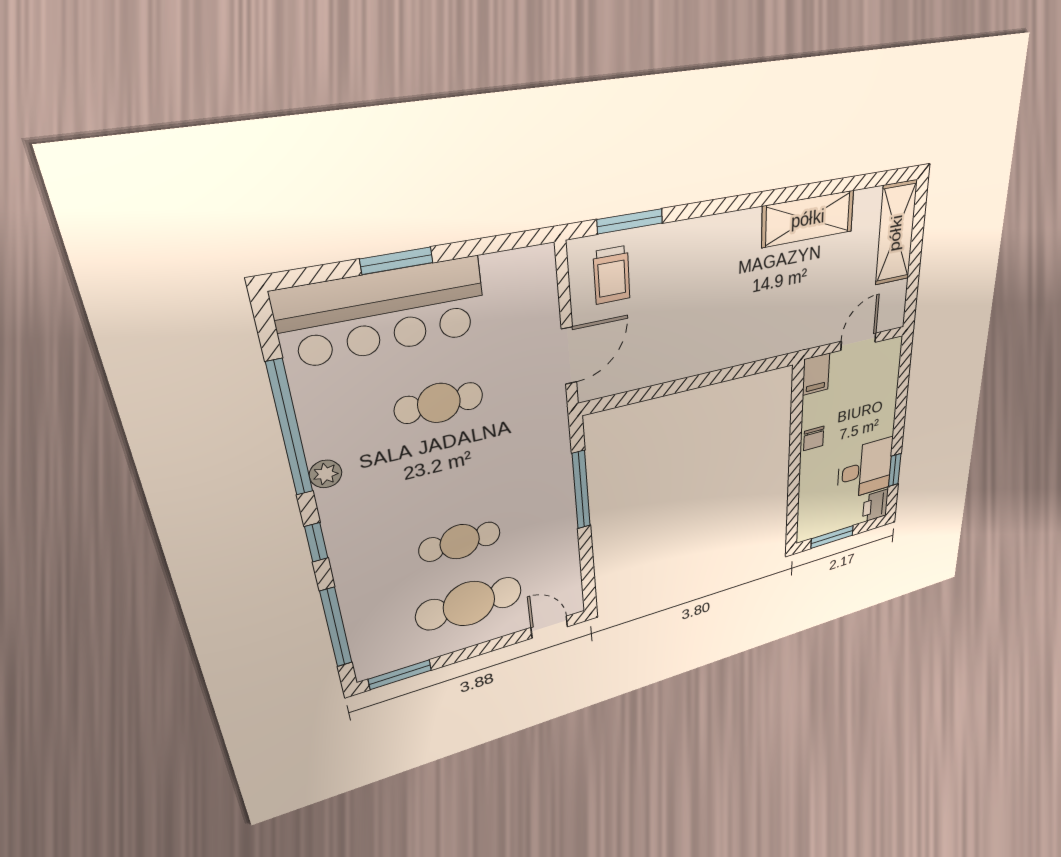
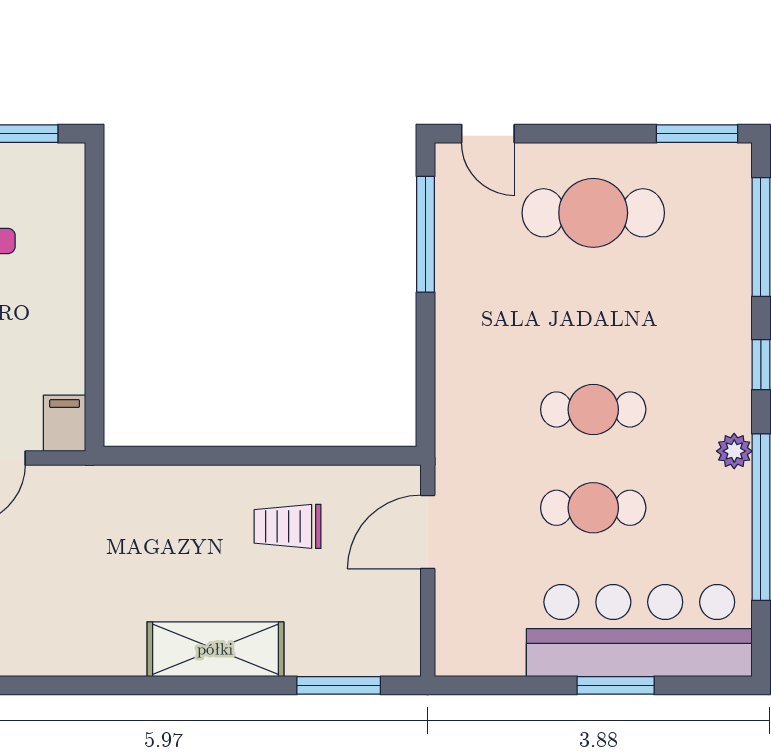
shelving: (808, 219) -> (215, 649), moved
trolley: (612, 275) -> (288, 526), moved, turned -90
chair: (814, 438) -> (63, 320), removed
window: (581, 490) -> (426, 234), moved
cafe table: (460, 542) -> (593, 409), moved

